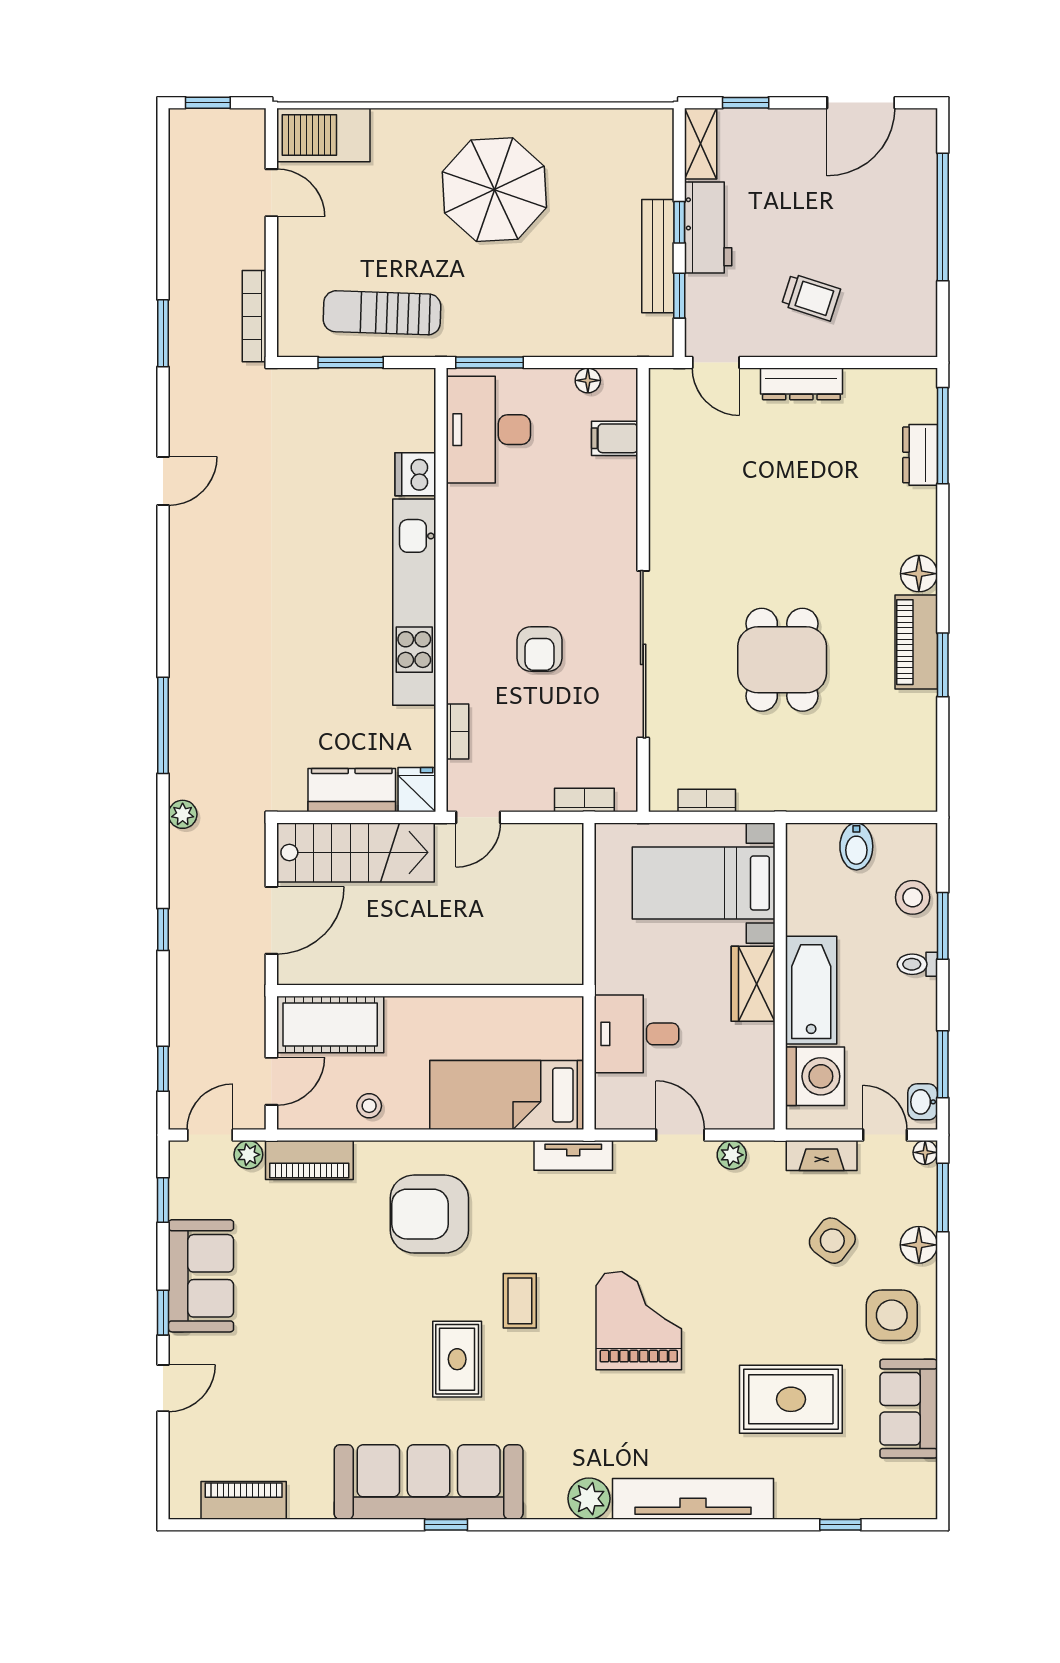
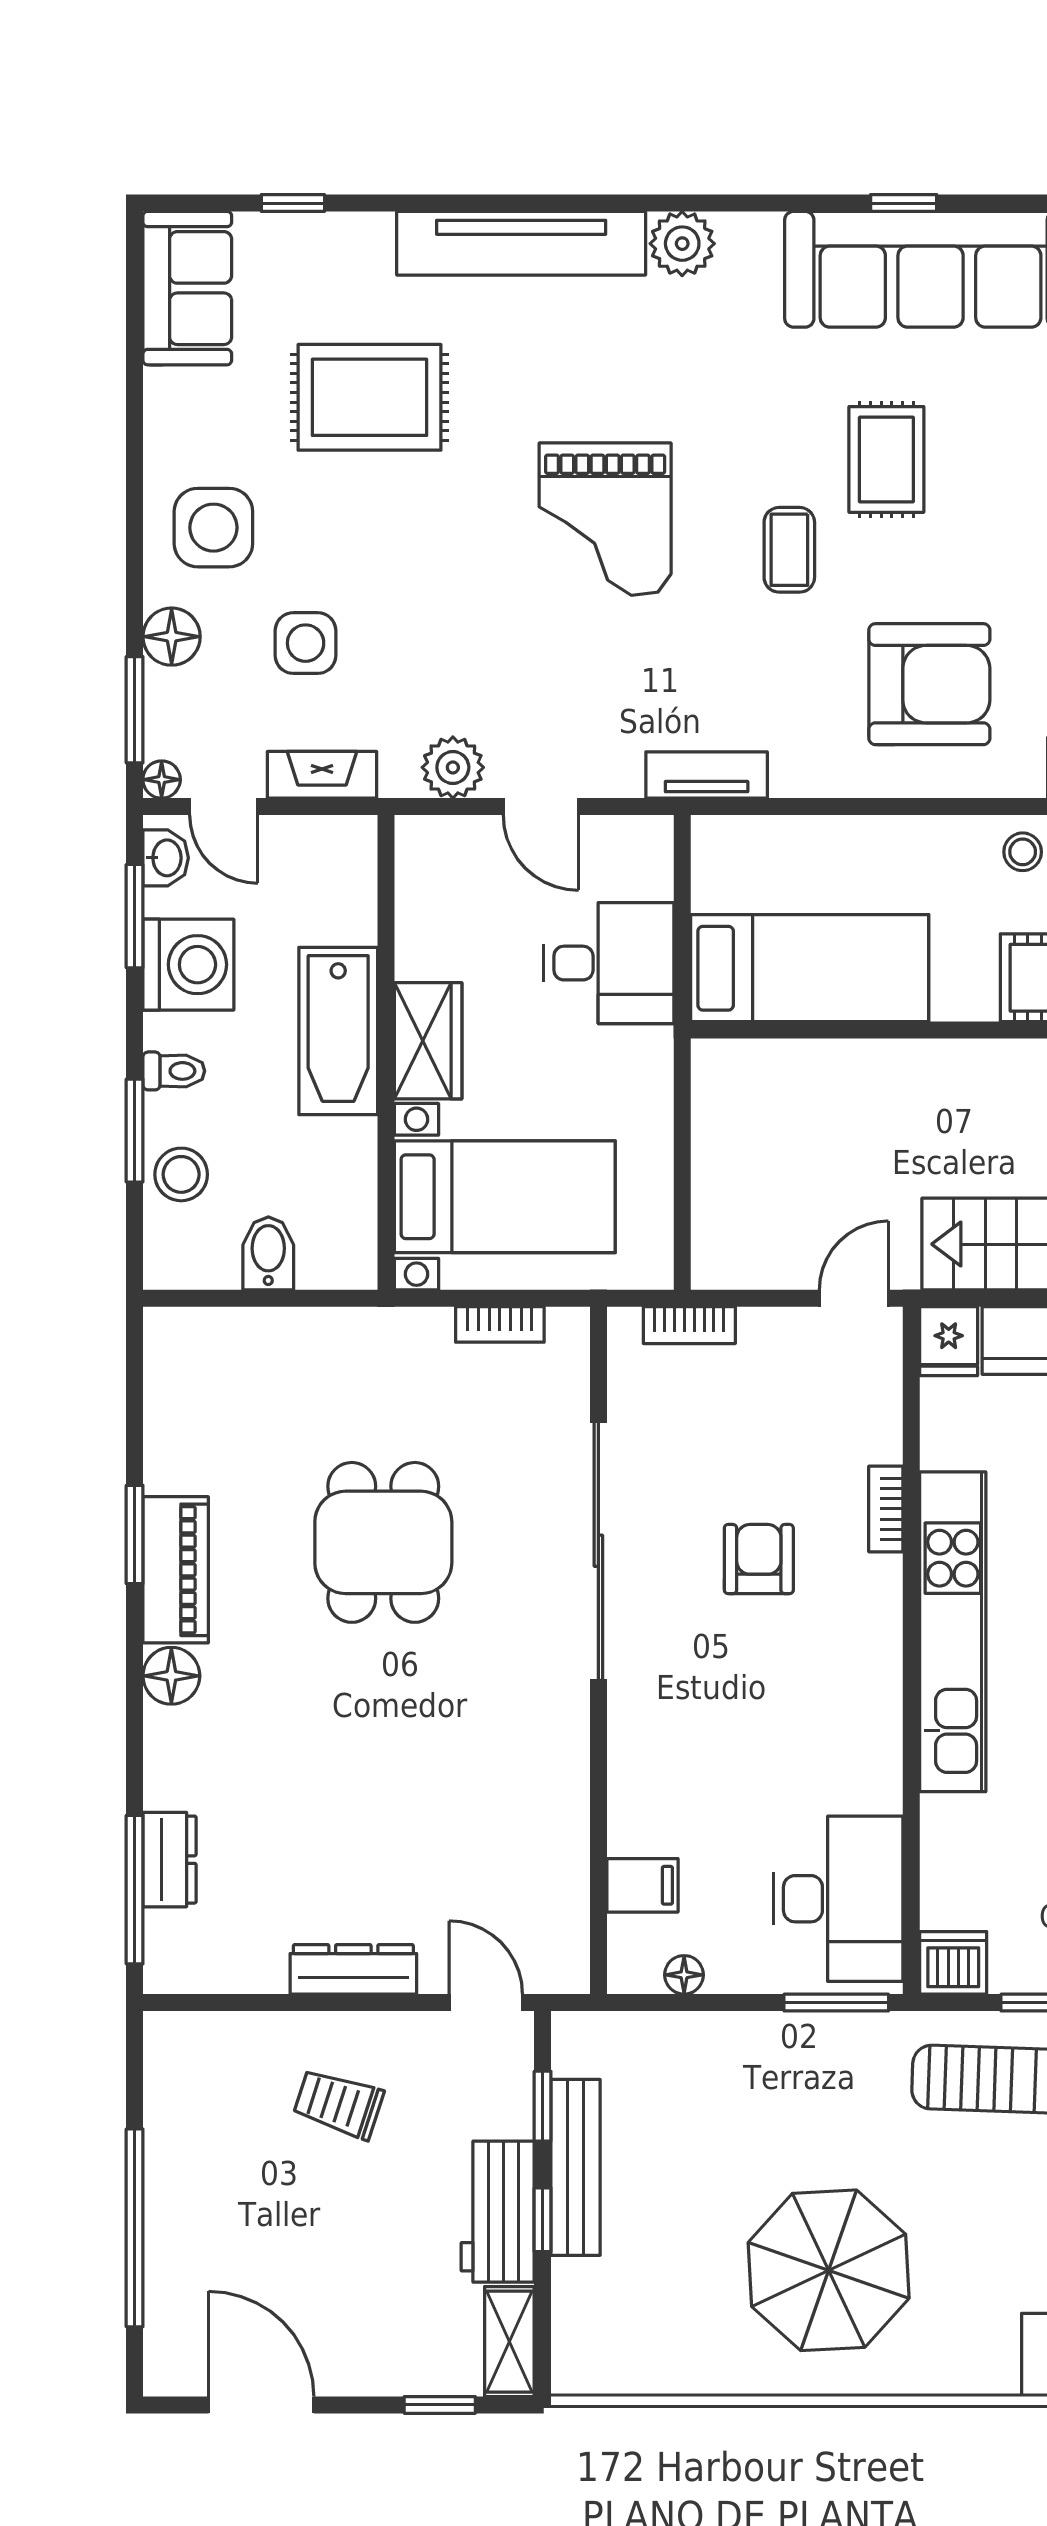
door: (861, 103) -> (261, 2405), hinge flipped
dishwasher: (415, 474) -> (953, 1963), moved, turned -90
bookcase: (457, 731) -> (886, 1509), moved
washing machine: (815, 1076) -> (188, 965), moved, turned 180
bed: (507, 1095) -> (810, 968), moved
plant: (732, 1155) -> (453, 767), width x1.38, depth x1.38
side table: (832, 1241) -> (306, 643), turned -37
sofa: (909, 1409) -> (187, 288), moved

